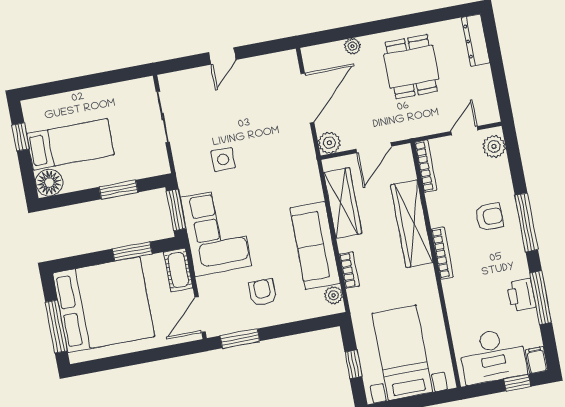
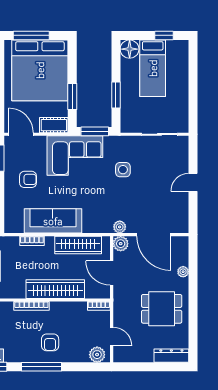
door: (222, 56) -> (193, 182), hinge flipped
bookcase: (426, 166) -> (99, 306), width x0.64
plant: (333, 295) -> (120, 227), moved

